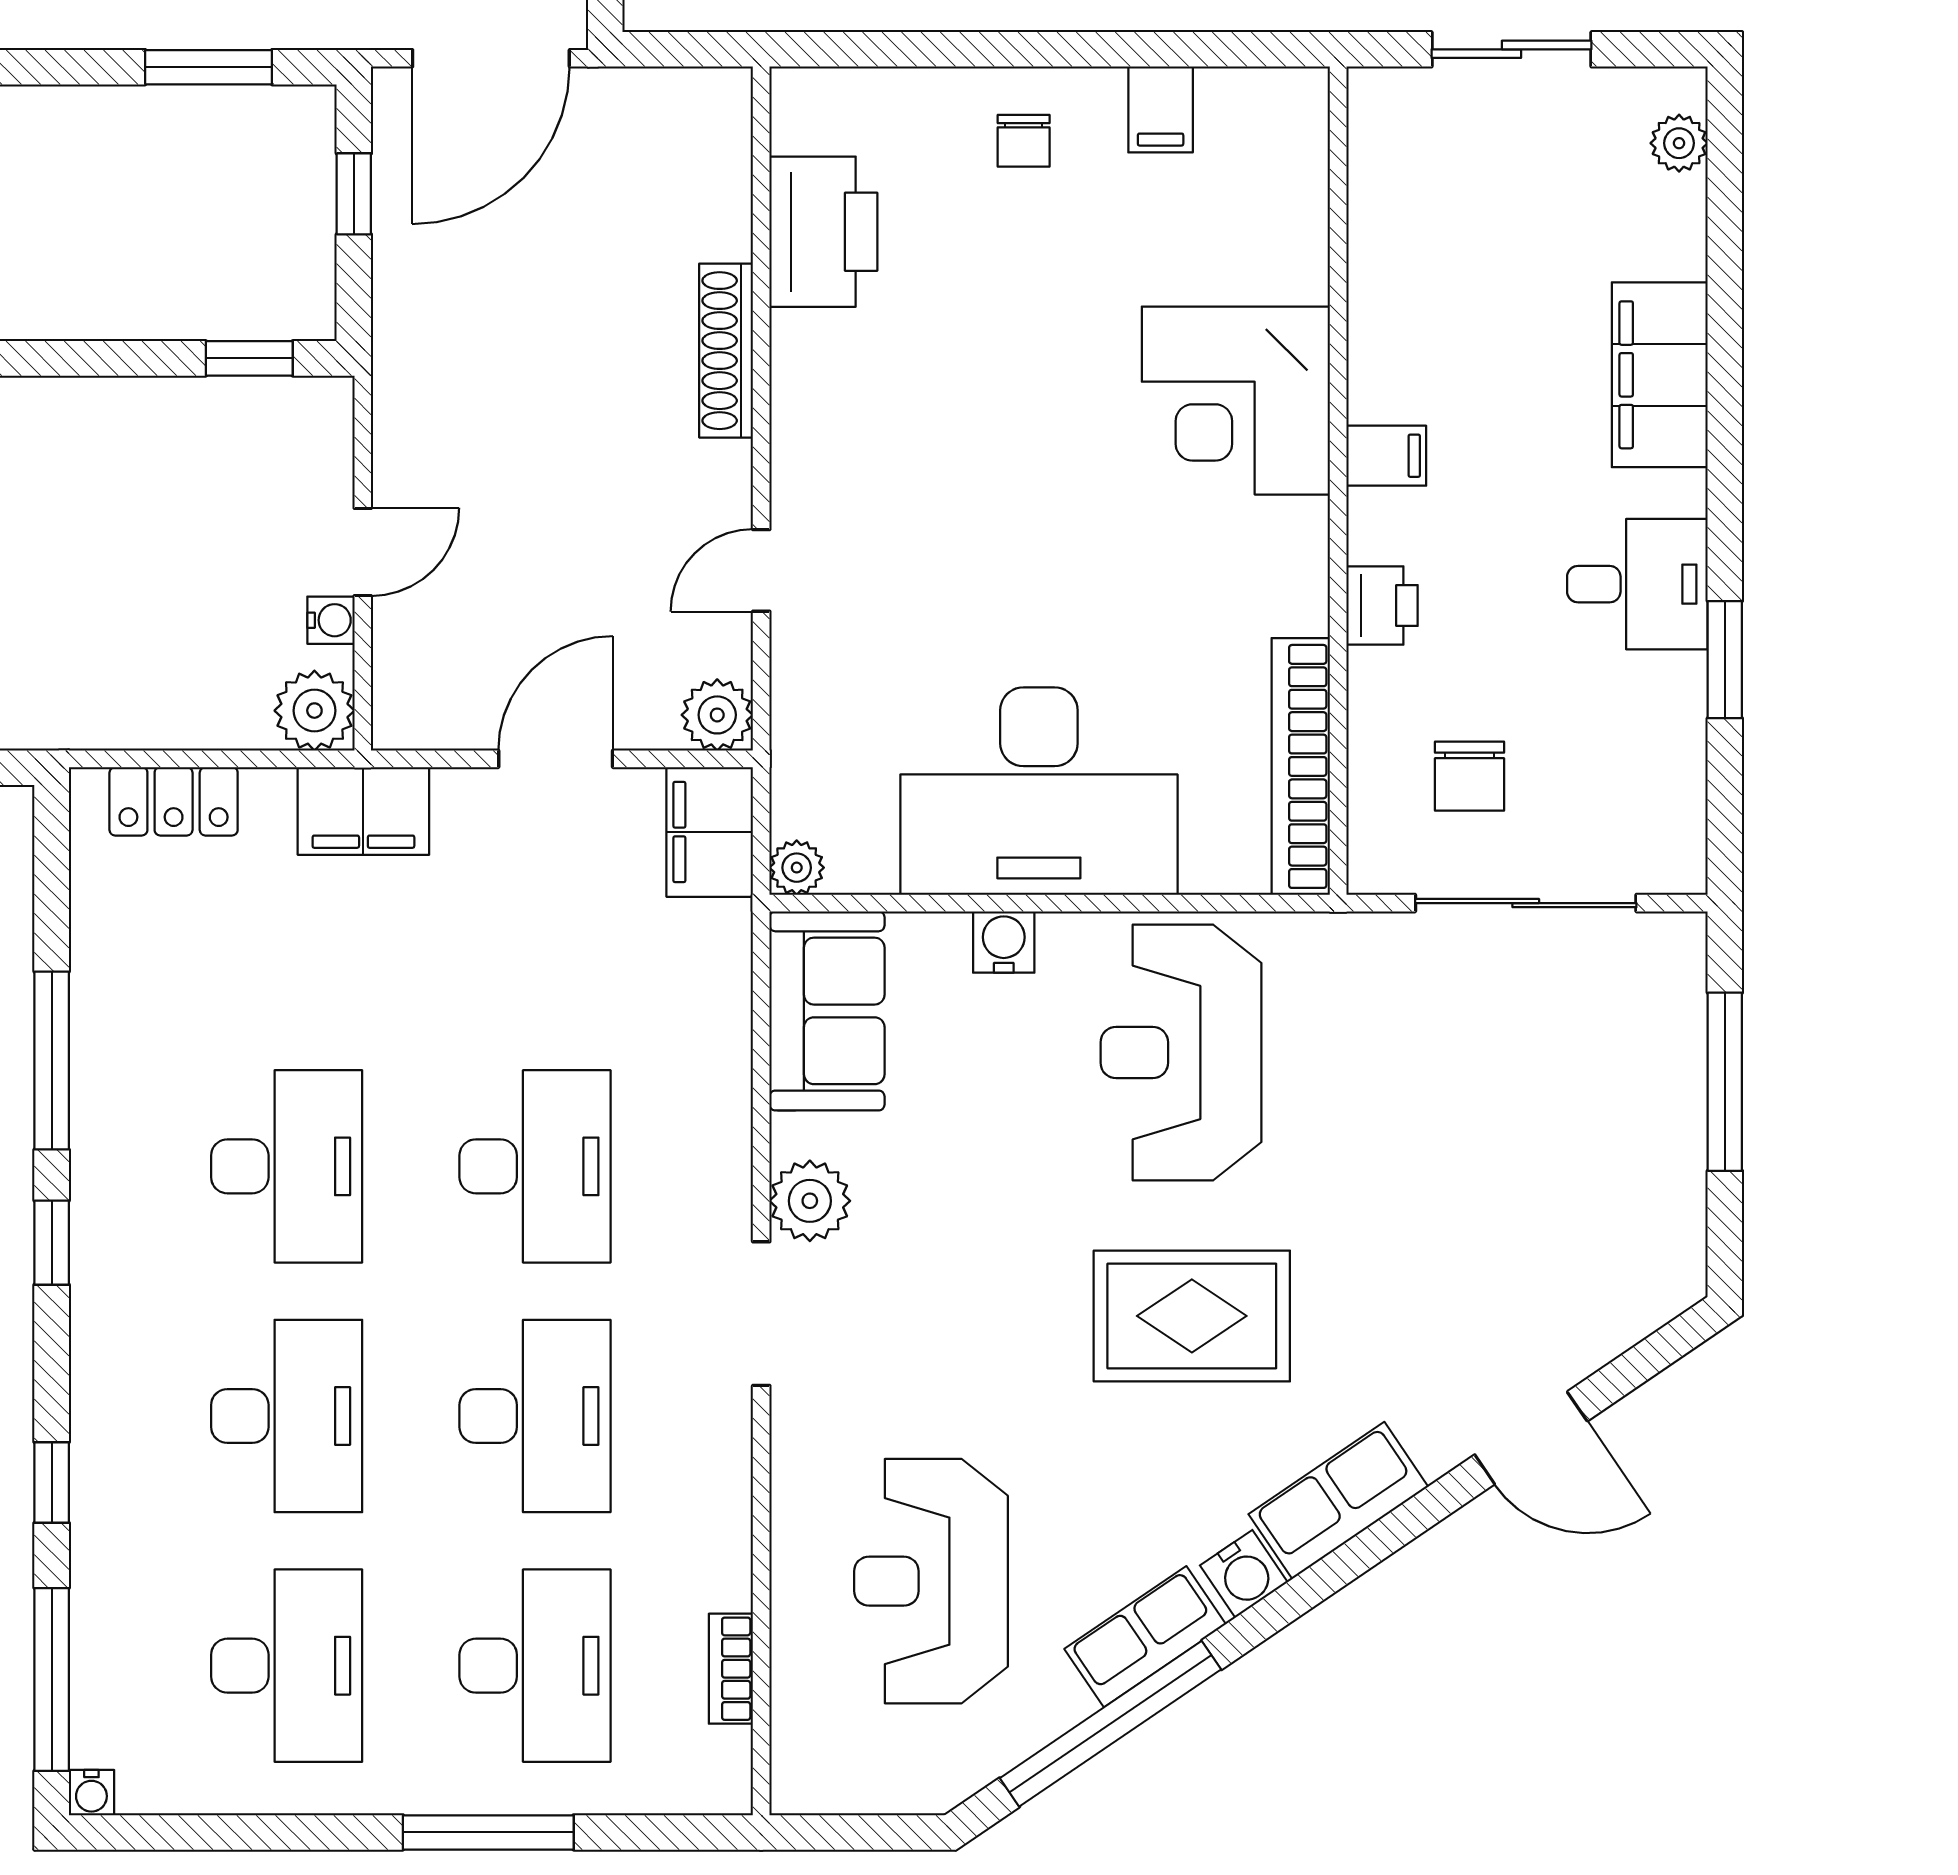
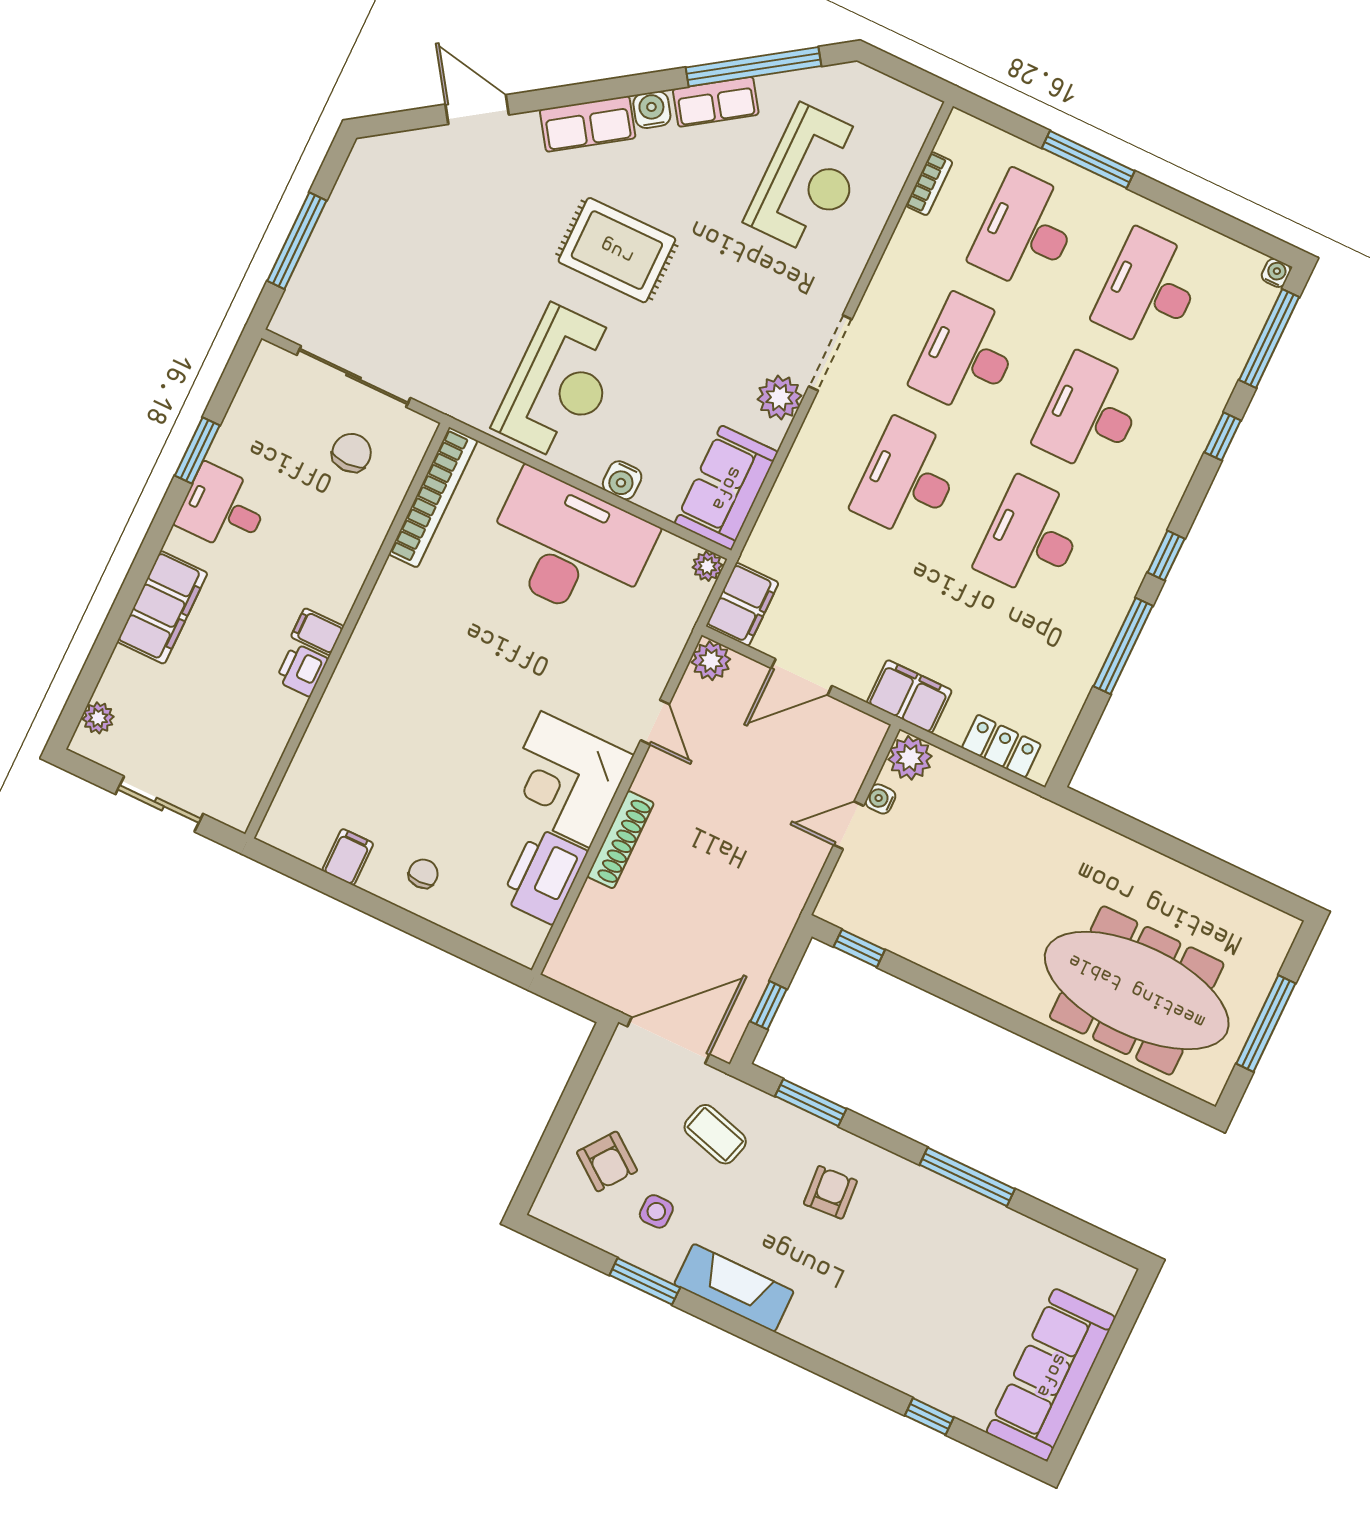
corner desk: (1236, 401) -> (565, 780), moved, turned 180
door: (761, 570) -> (655, 722), hinge flipped
printer: (1382, 606) -> (302, 670), moved

